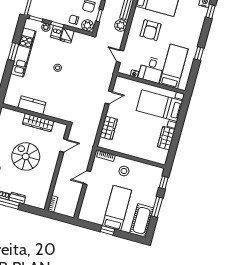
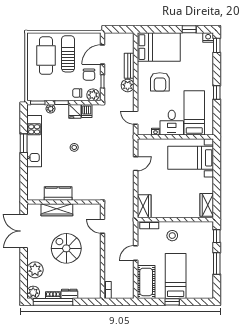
dishwasher: (57, 32) -> (87, 111), moved
wardrobe: (38, 123) -> (57, 210), moved
wardrobe: (109, 128) -> (144, 206), moved
wardrobe: (166, 138) -> (207, 205), moved
door: (64, 146) -> (103, 226), swing flipped
cot: (142, 221) -> (146, 282), moved

